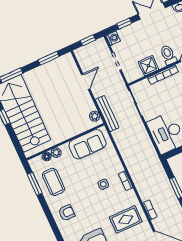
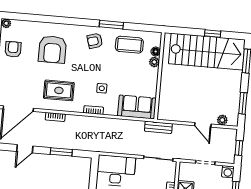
bench: (107, 114) -> (158, 127), width x0.73
plant: (95, 116) -> (222, 120), moved
sofa: (87, 144) -> (137, 107), moved, turned 90
window: (35, 184) -> (111, 25), moved
armchair: (67, 213) -> (95, 41), turned 74
rug: (126, 219) -> (59, 90), turned 90

